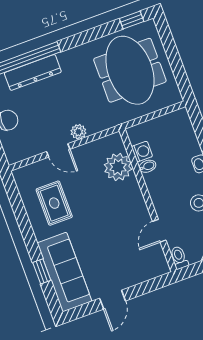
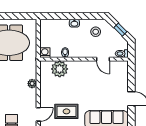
door: (58, 150) -> (38, 114), moved
washing machine: (142, 152) -> (45, 53), moved

